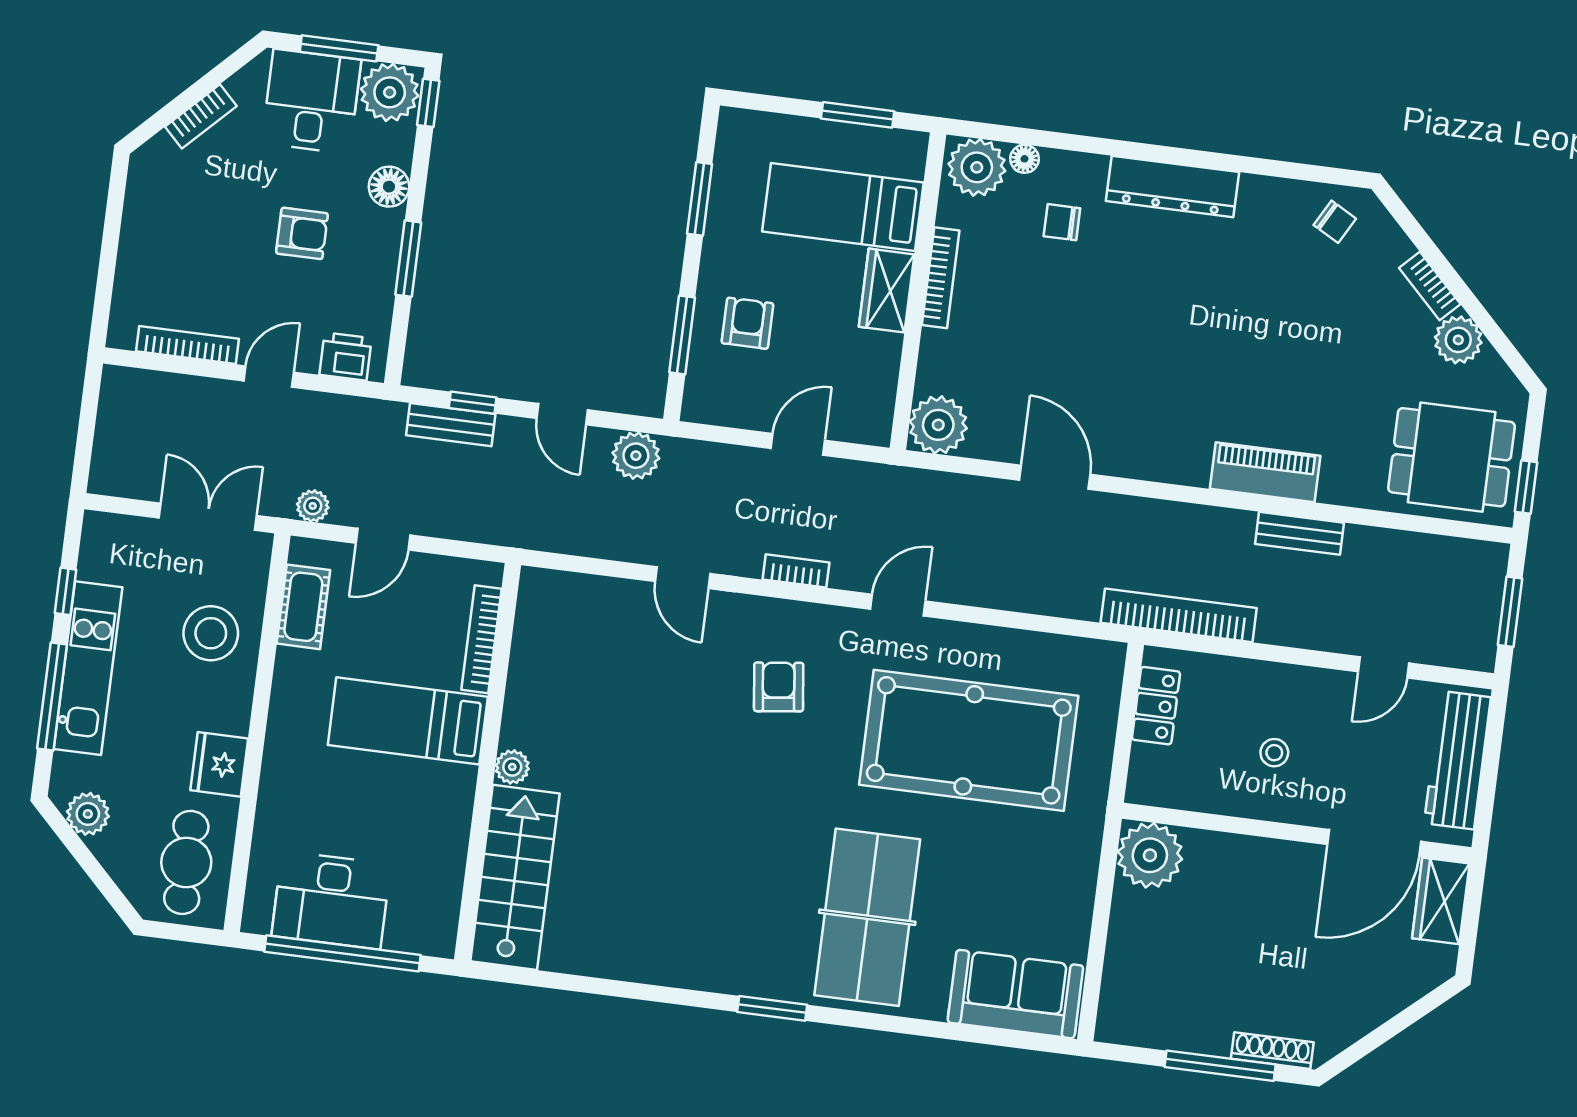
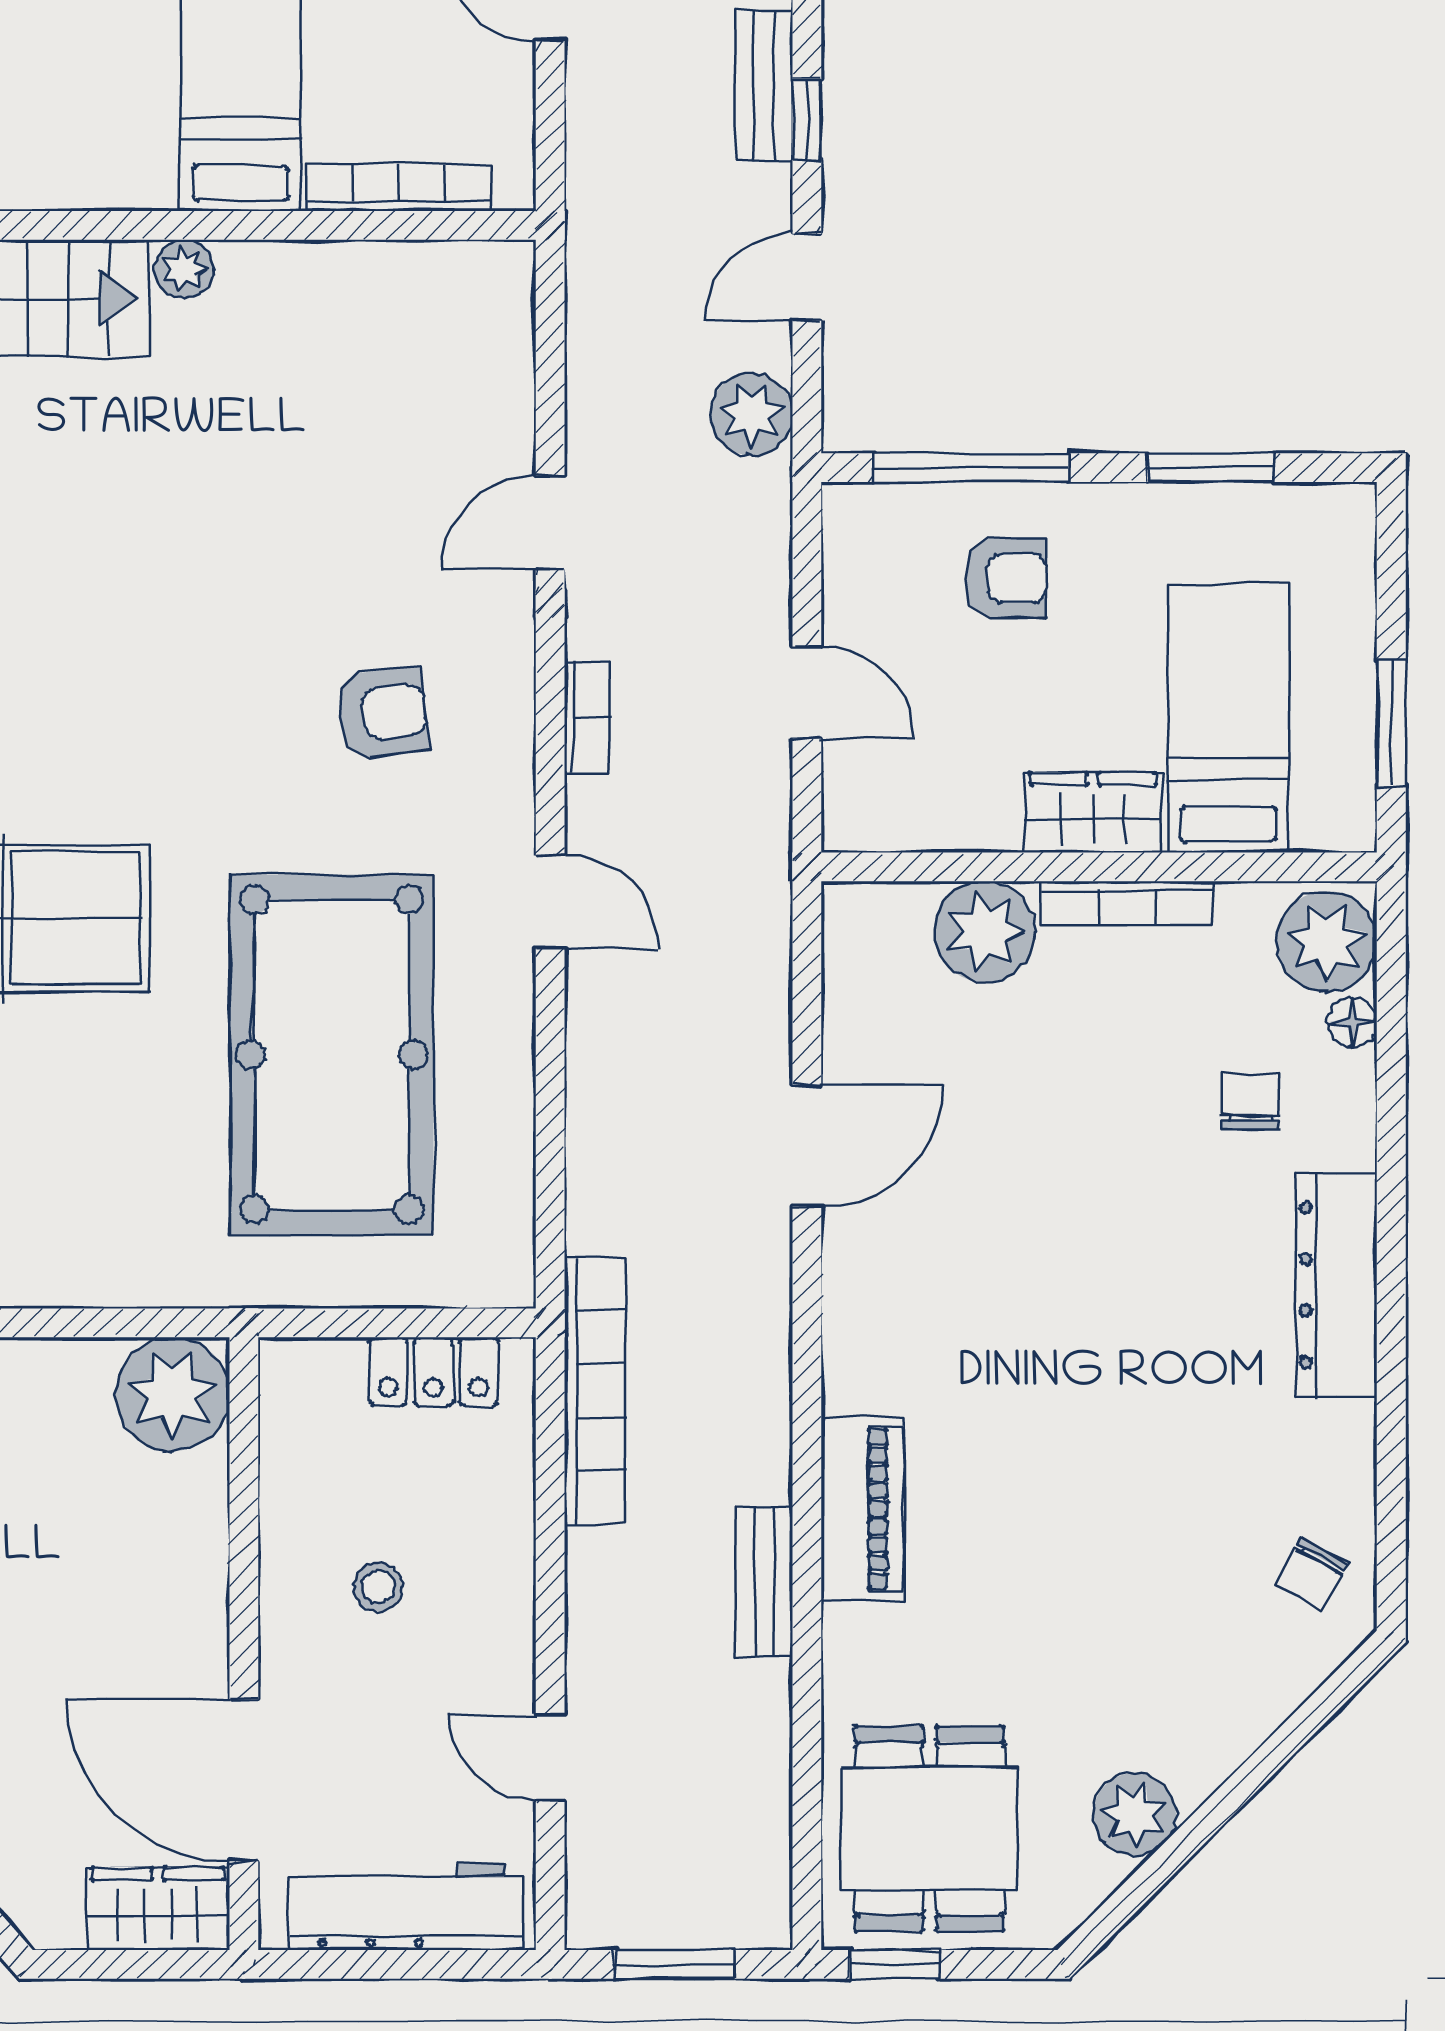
bookcase: (1430, 286) -> (1222, 1753), removed
window: (682, 335) -> (971, 468), width x1.44
plant: (938, 425) -> (985, 932), moved

